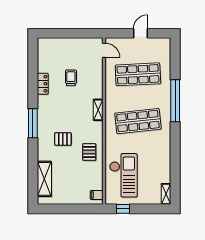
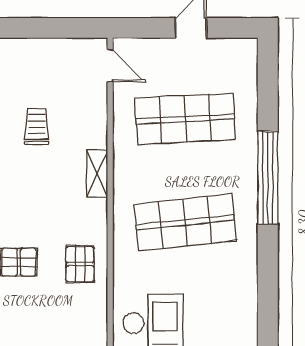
shelving: (98, 110) -> (97, 174), moved
pallet: (89, 152) -> (80, 264), moved

